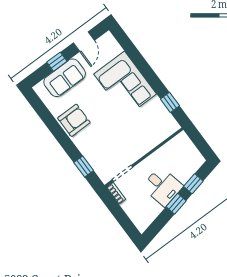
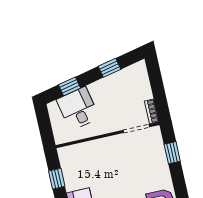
desk: (162, 186) -> (78, 109), moved
window: (176, 204) -> (110, 68), moved

